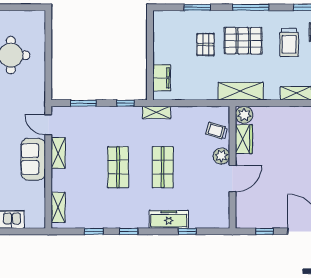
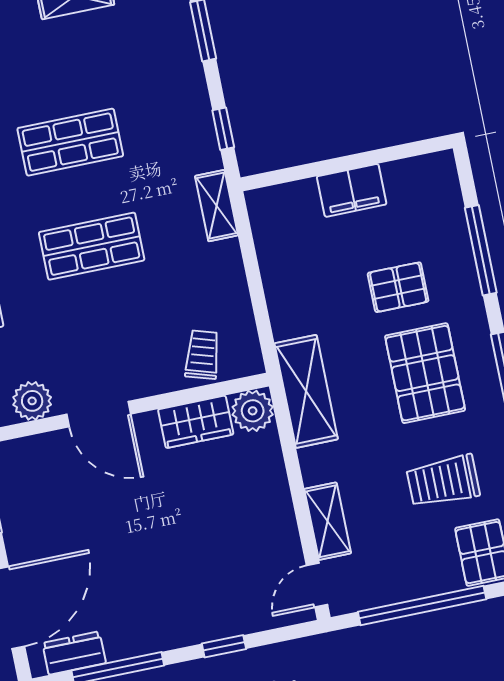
window: (197, 7) -> (481, 250), width x1.44
filing cabinet: (162, 78) -> (352, 190), moved
plant: (221, 156) -> (32, 401), moved

